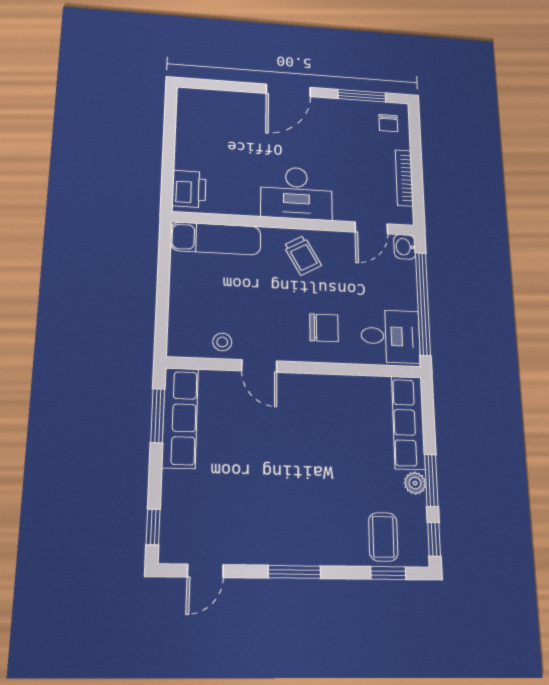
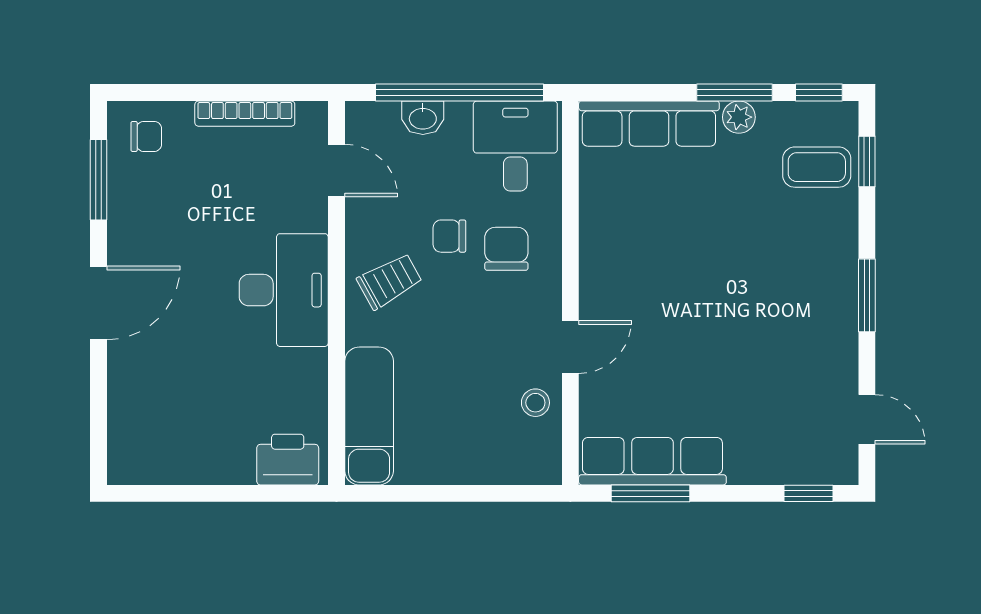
door: (288, 90) -> (98, 303), hinge flipped
washbasin: (405, 247) -> (423, 118), moved
chair: (332, 293) -> (449, 236), added

